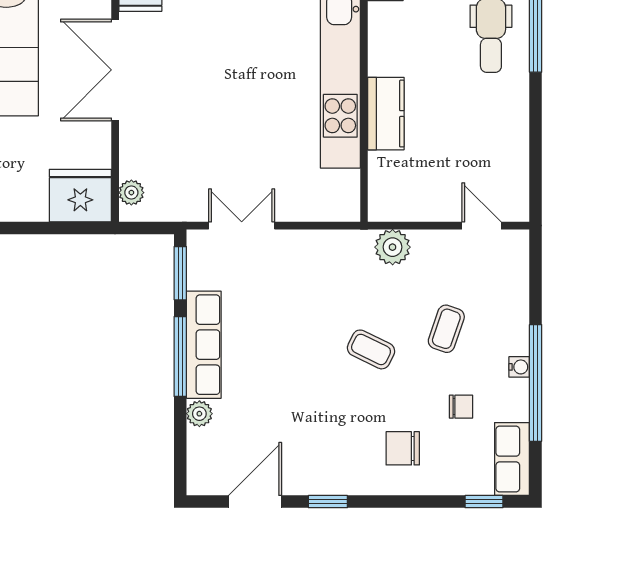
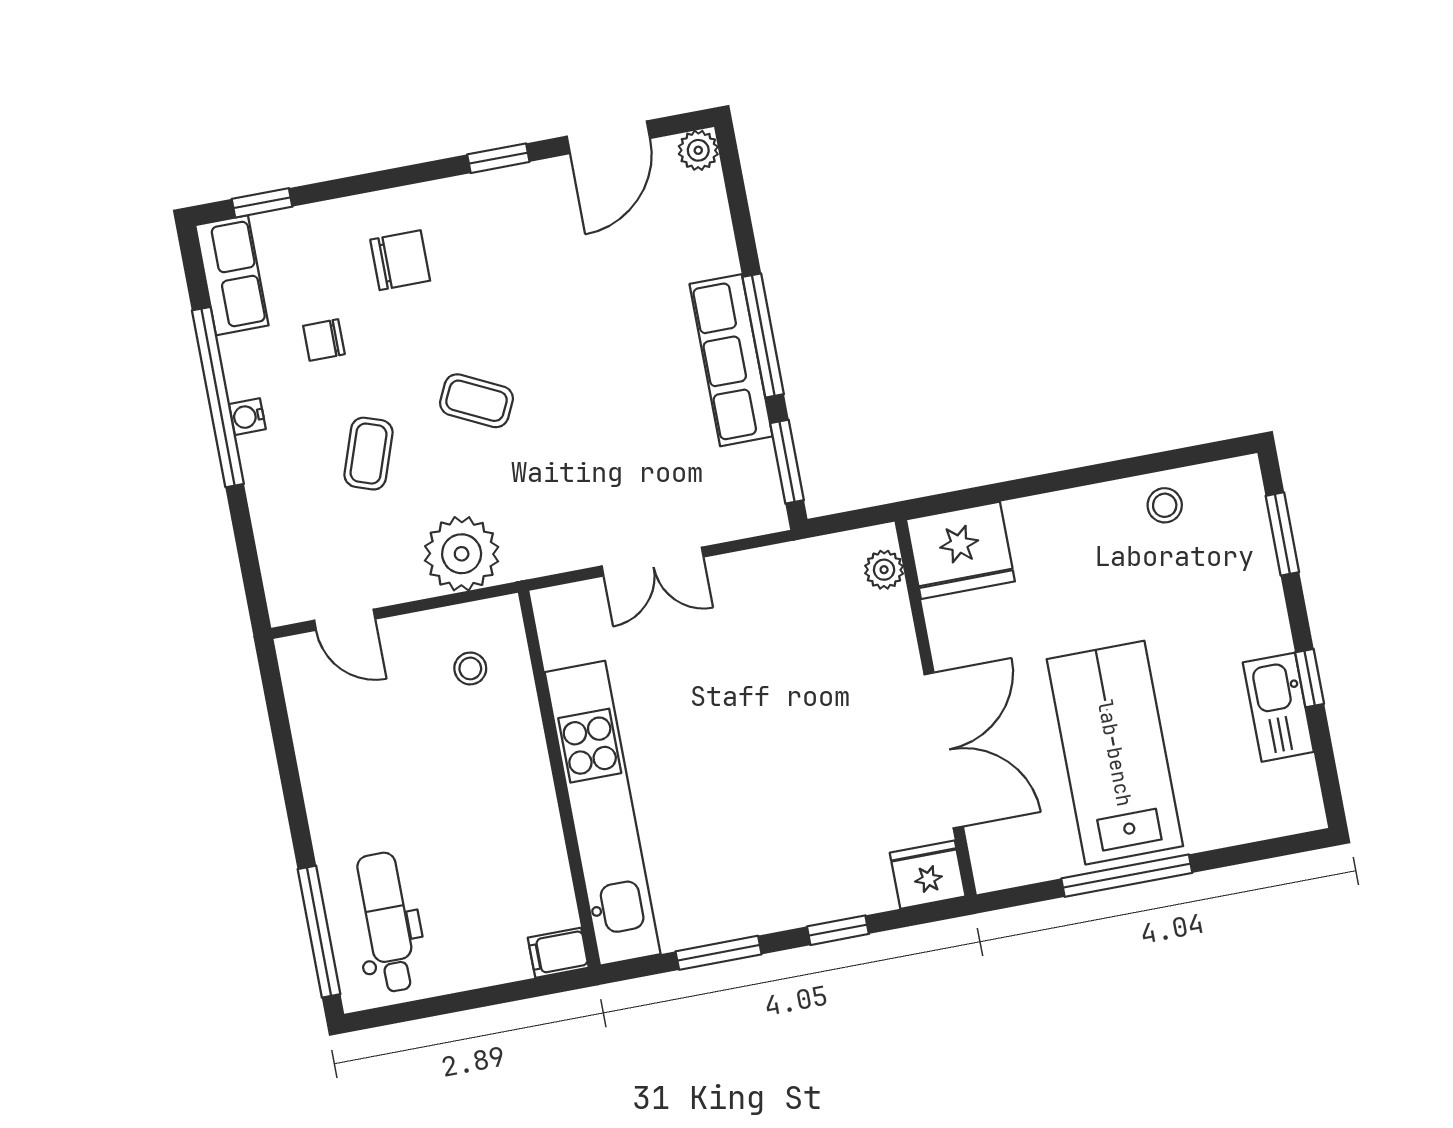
kitchen counter: (386, 114) -> (521, 762), removed
stool: (407, 179) -> (470, 668), added
double door: (242, 226) -> (653, 562), moved
plant: (393, 247) -> (462, 554), width x1.36, depth x1.36
plant: (199, 414) -> (698, 150), moved

